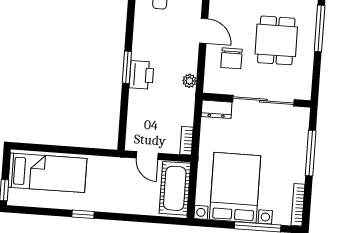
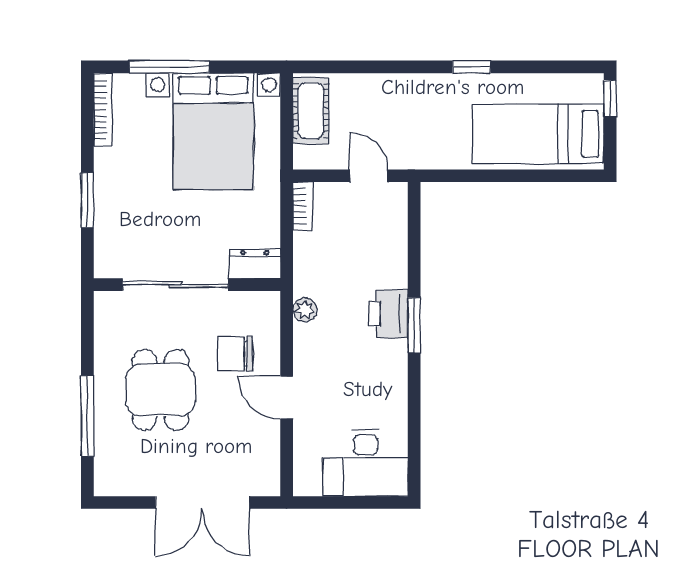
chair: (232, 58) -> (235, 354), turned -90
window: (311, 153) -> (87, 200), width x0.69
cot: (175, 188) -> (311, 111), width x0.73, depth x0.75

